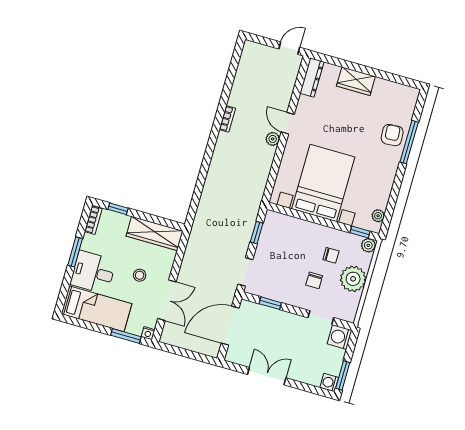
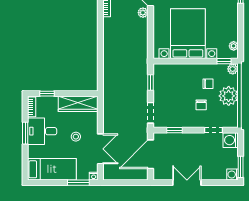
desk: (93, 272) -> (42, 131), moved

